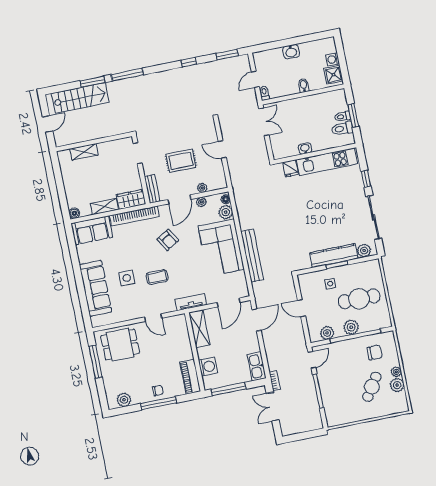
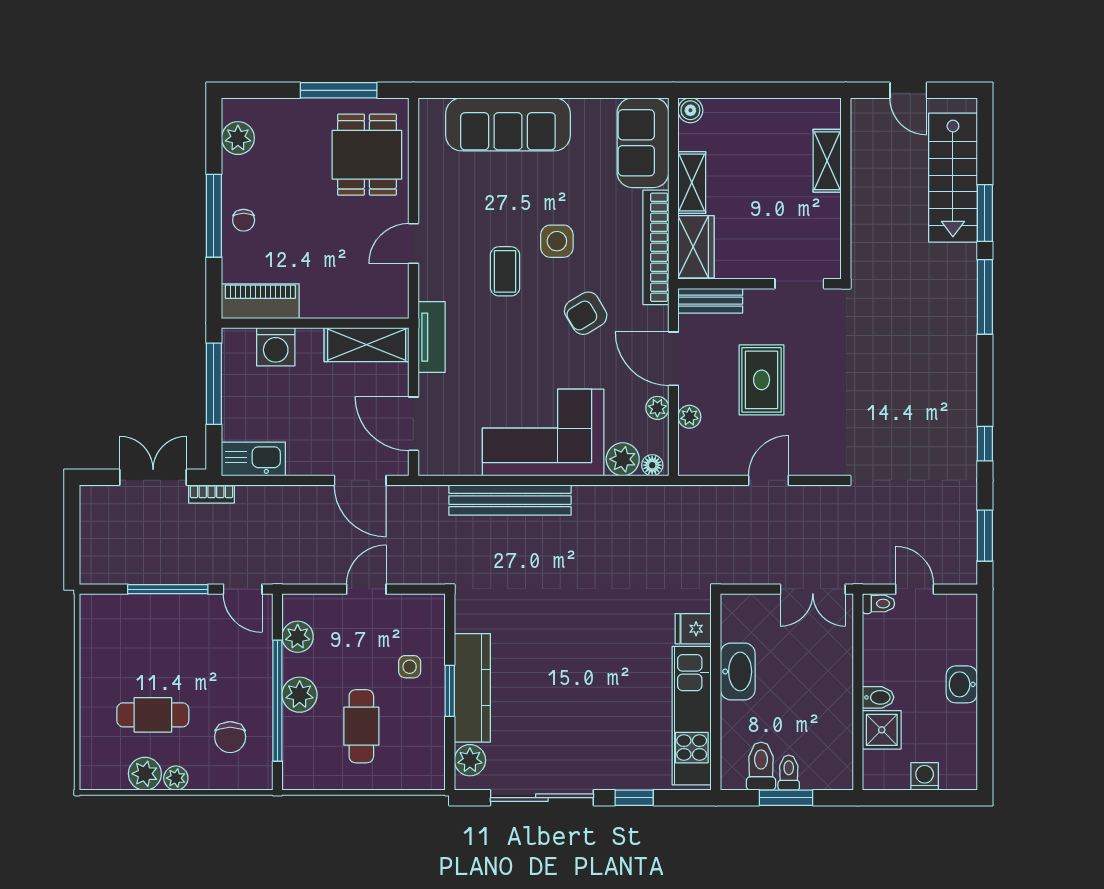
shower: (333, 75) -> (882, 730), moved
washbasin: (305, 149) -> (738, 671), width x1.91, depth x1.45
side table: (127, 278) -> (557, 241), moved
cafe table: (359, 299) -> (361, 726), width x0.73, depth x0.74
cafe table: (372, 387) -> (153, 715), turned -33

